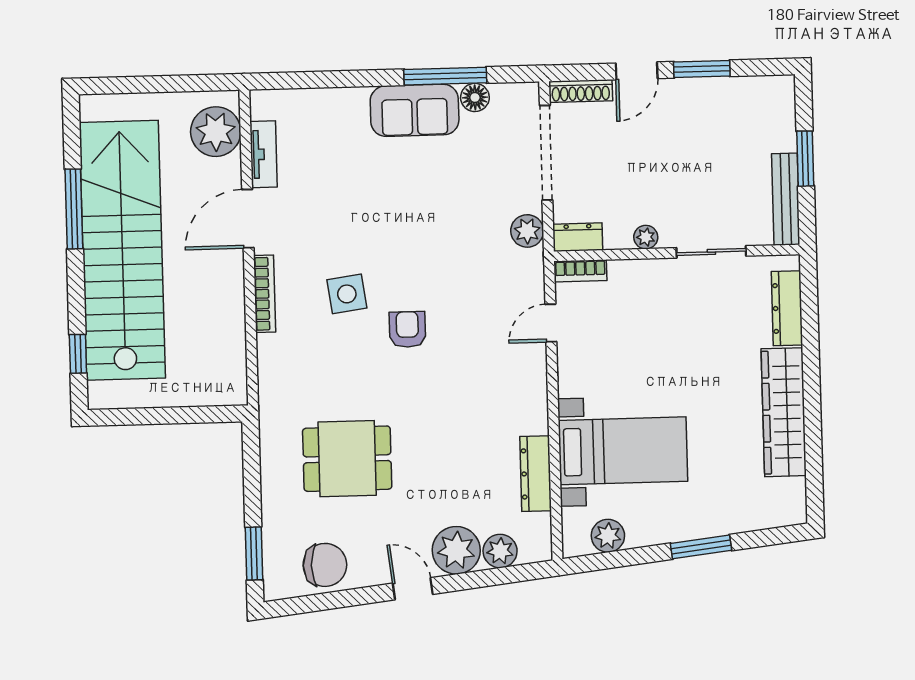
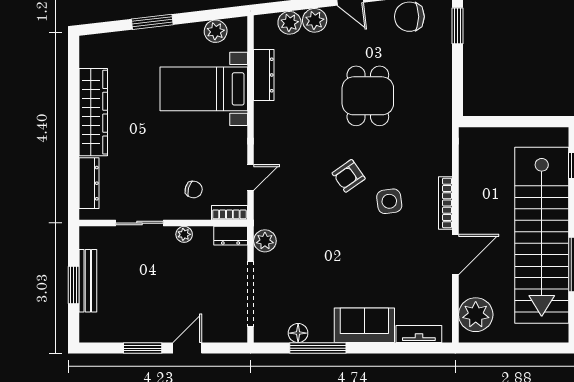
shoe rack: (581, 91) -> (226, 335), removed
sofa: (415, 110) -> (364, 325), moved
tv unit: (264, 154) -> (419, 334), moved, turned 90
bench: (786, 199) -> (88, 281), moved
chair: (634, 303) -> (194, 190), added
armchair: (407, 329) -> (349, 176), turned 55
dining table: (347, 459) -> (368, 96), moved, turned 90
plant: (456, 550) -> (315, 20), width x0.73, depth x0.73

